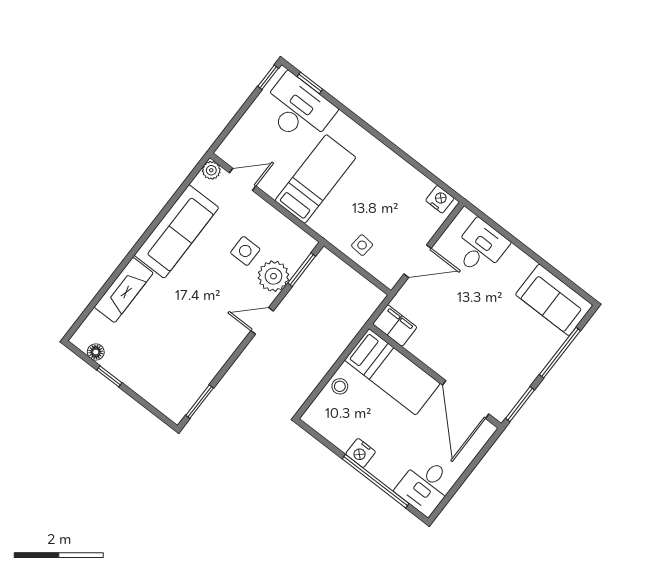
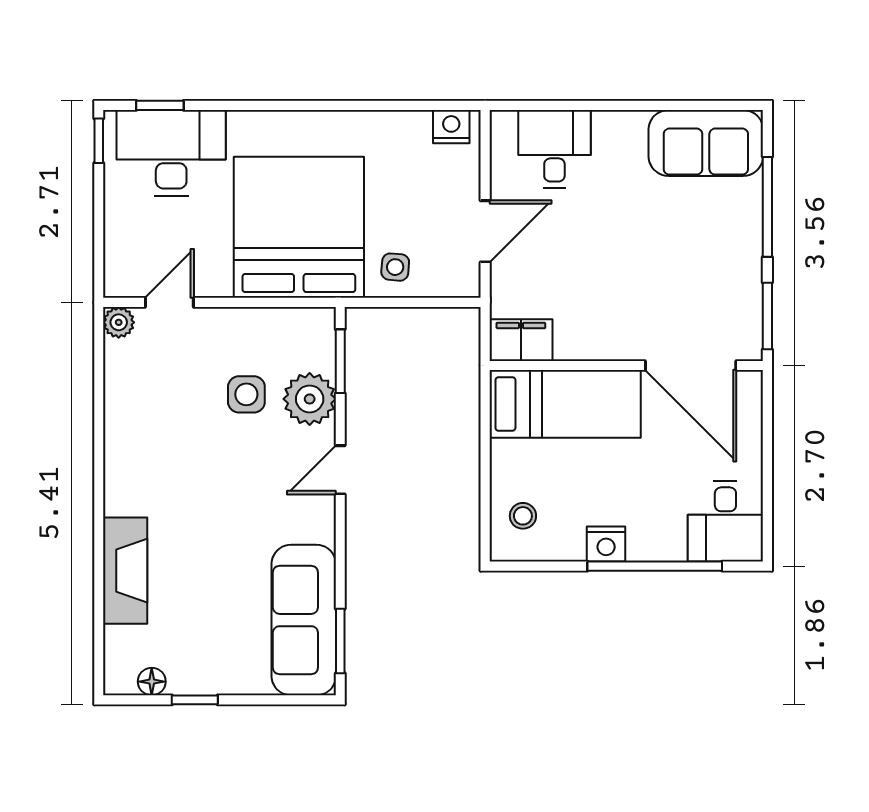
bed: (315, 179) -> (299, 227), width x2.04
sofa: (176, 231) -> (304, 620), moved, turned 180
stool: (340, 386) -> (523, 516), moved

